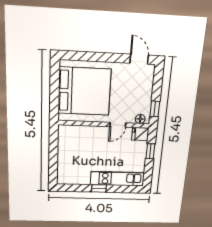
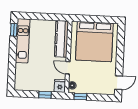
kitchen counter: (81, 133) -> (61, 39), added
kitchen unit: (117, 179) -> (23, 41), moved
window: (99, 188) -> (14, 30), moved

